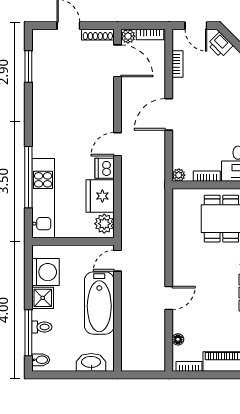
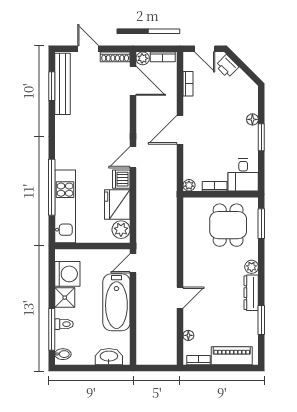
bench: (40, 64) -> (62, 84), added

